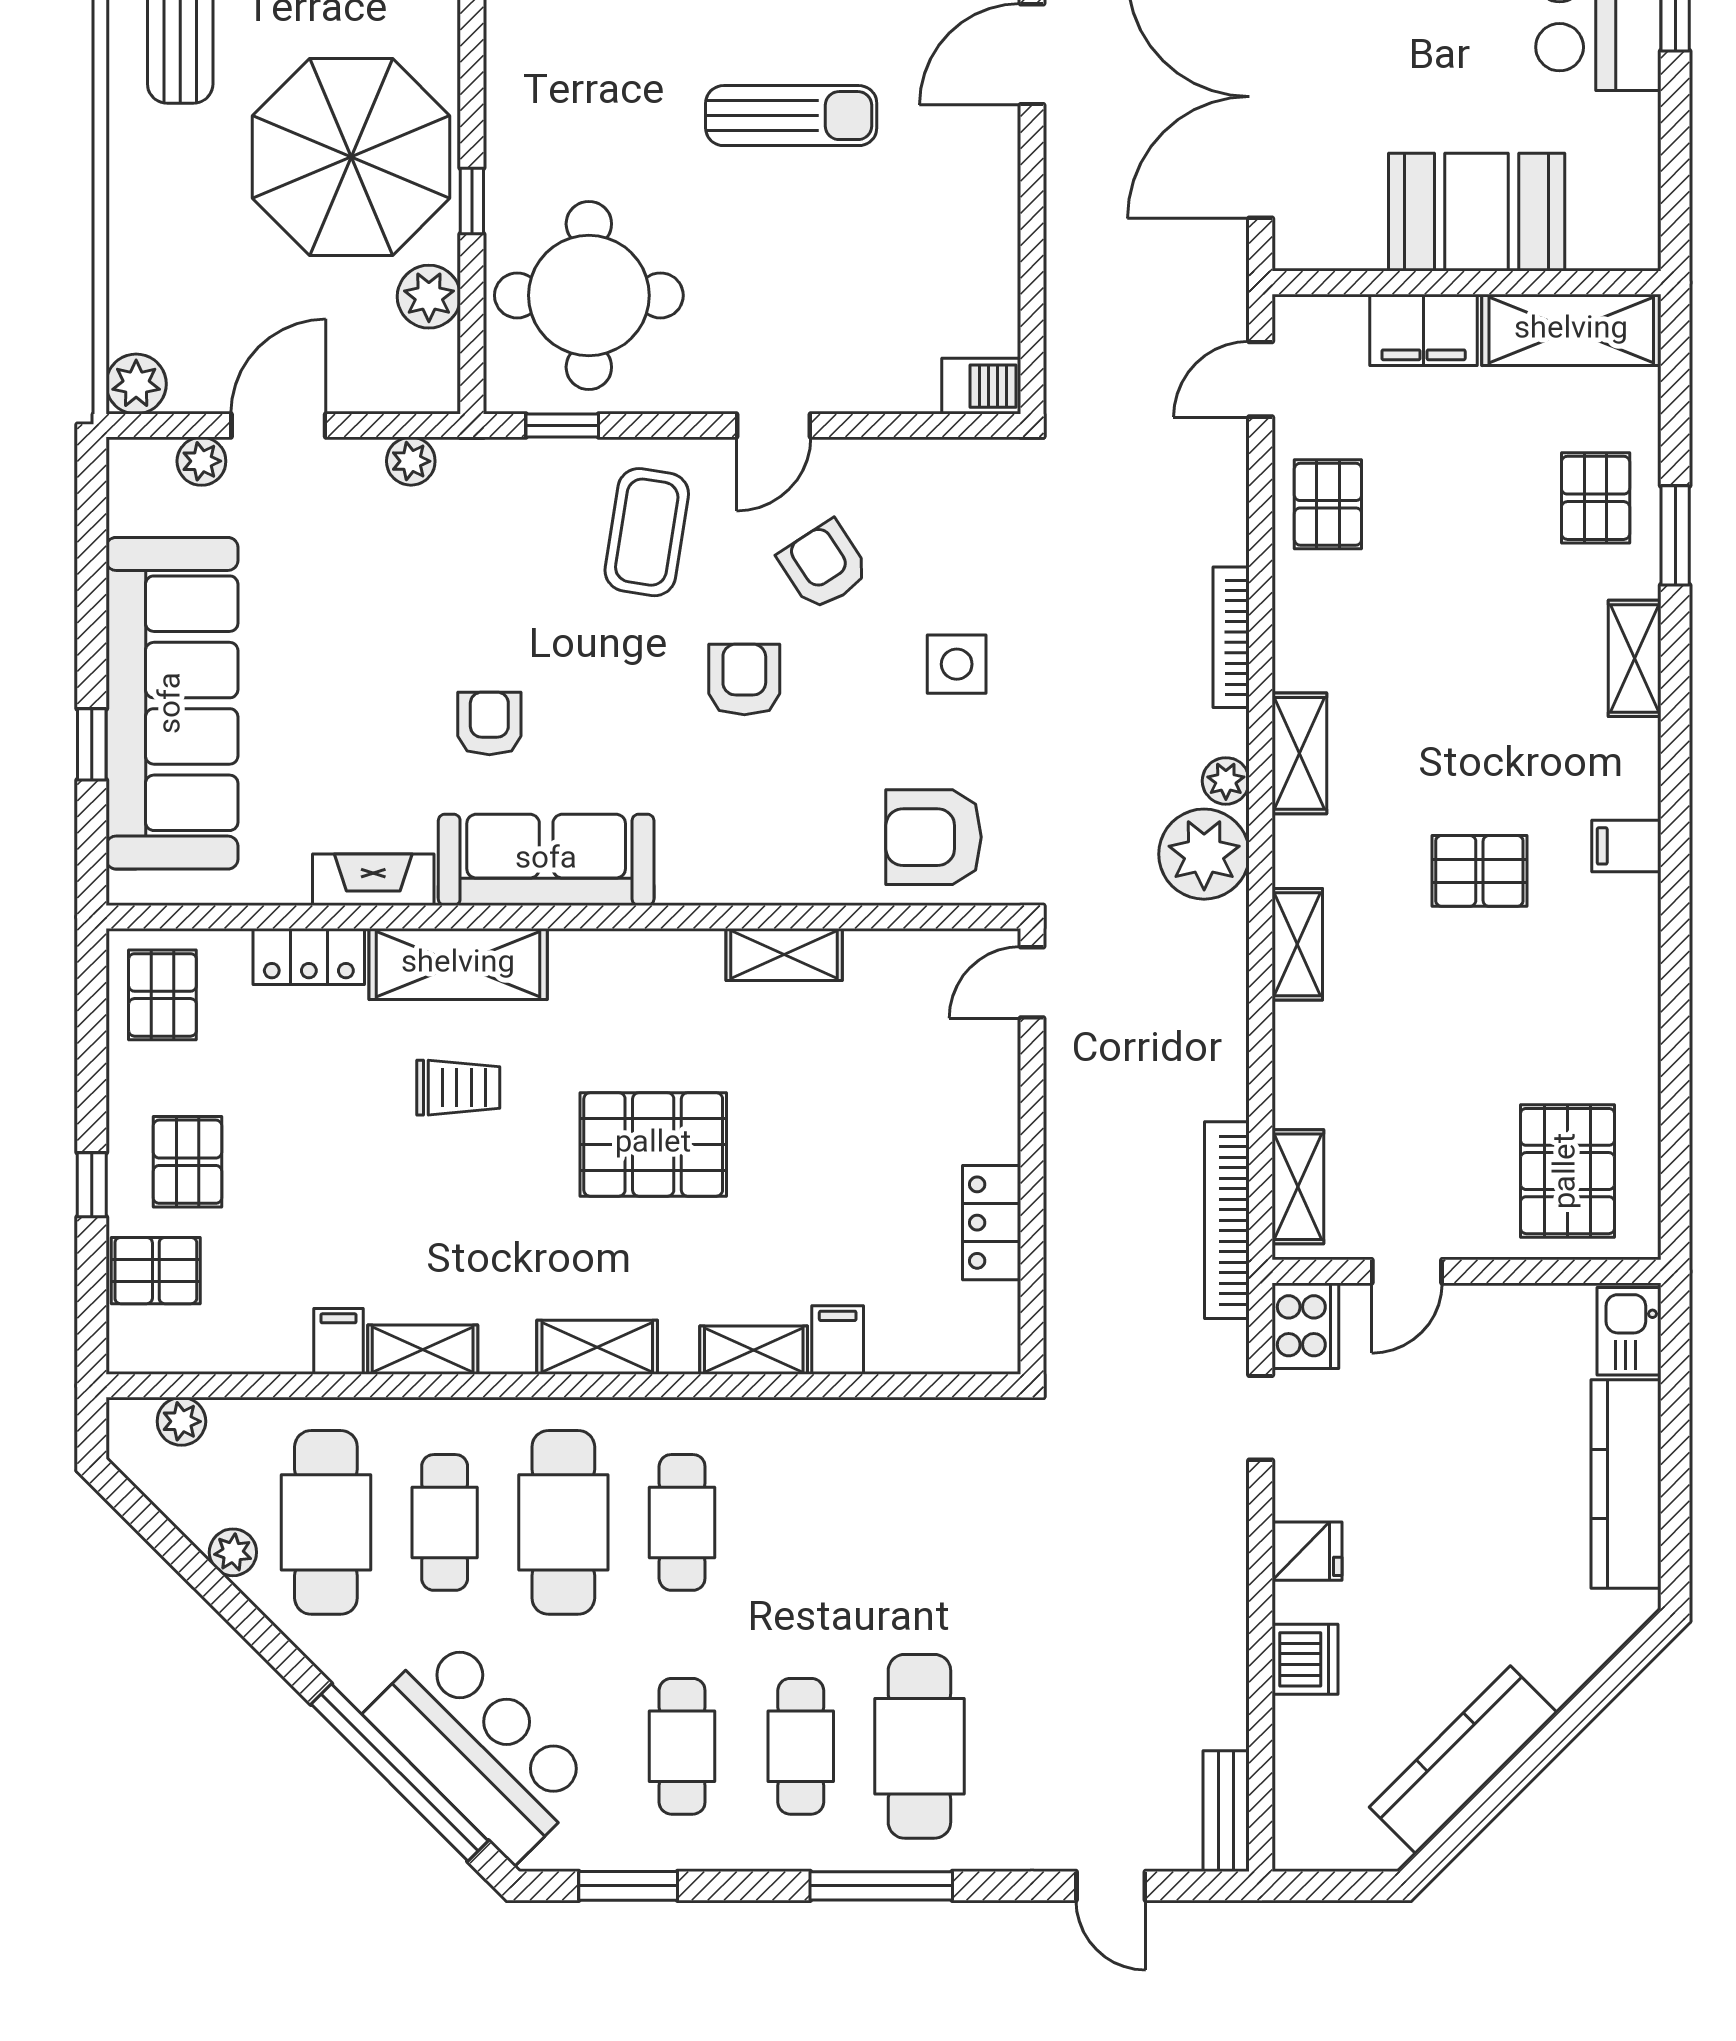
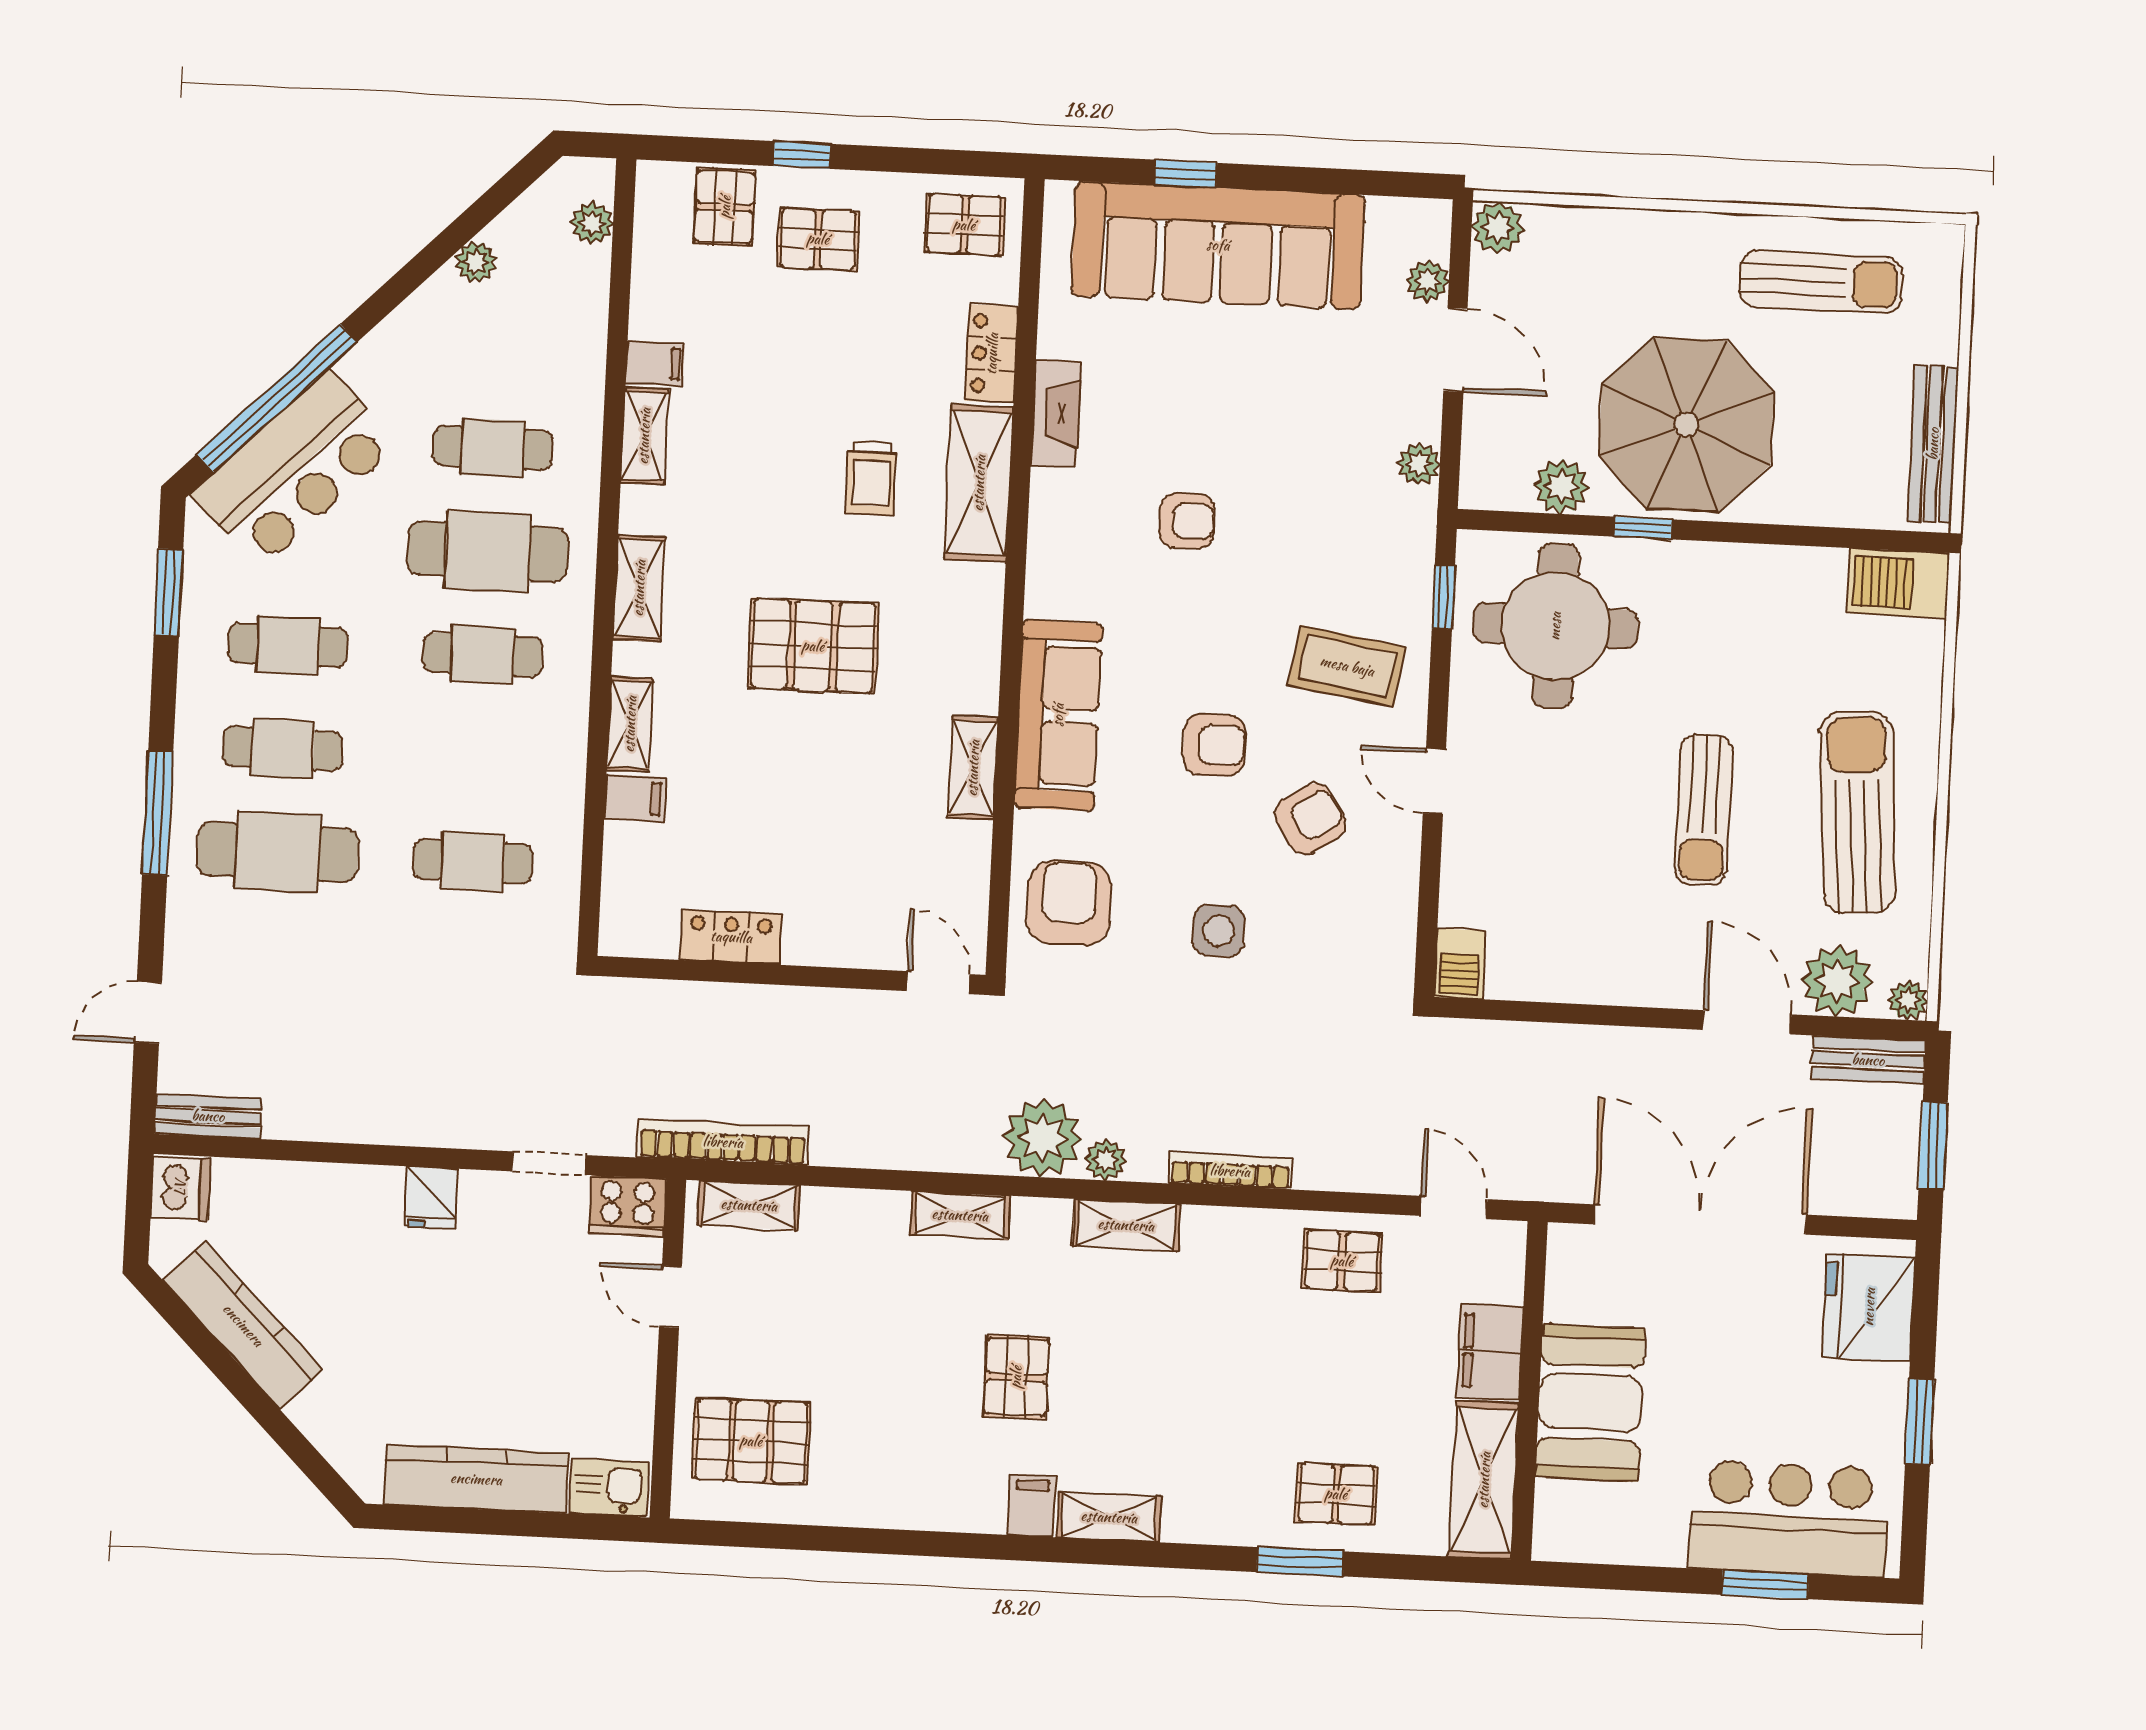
shelving: (1635, 658) -> (1109, 1517), moved
sofa: (546, 860) -> (1058, 715), moved
pallet: (653, 1144) -> (813, 646), turned 90
cafe table: (326, 1522) -> (473, 862), moved, width x0.73, depth x0.74
dishwasher: (1305, 1659) -> (180, 1188), moved, turned -90

